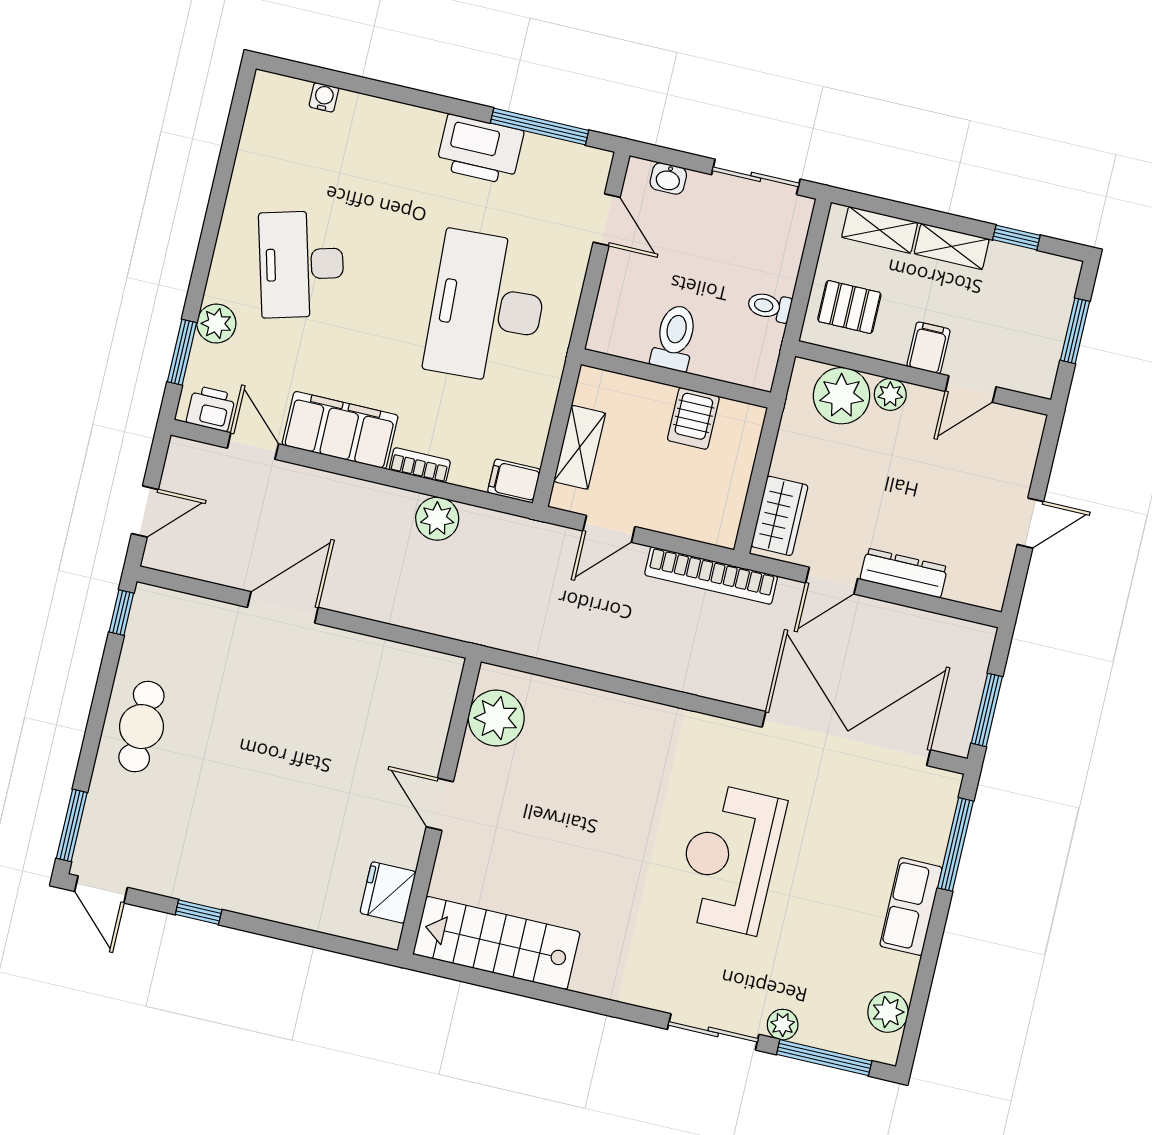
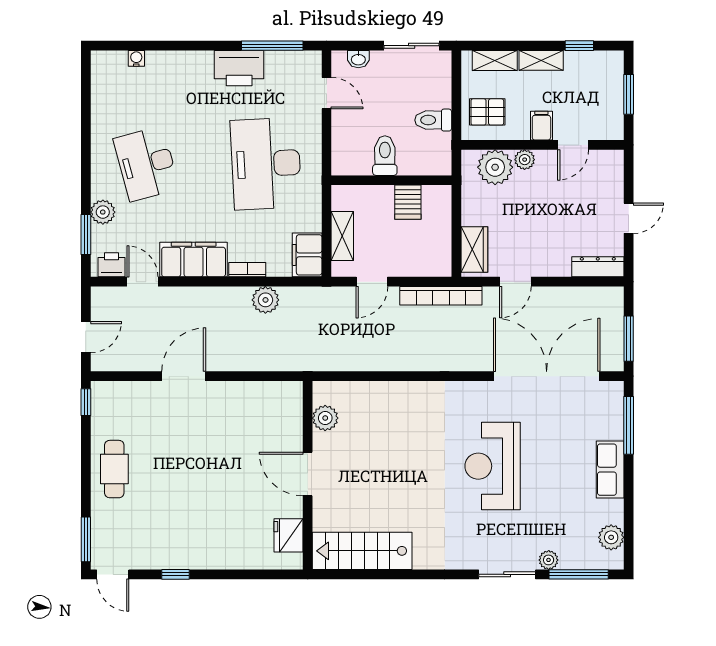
toilet: (769, 307) -> (433, 120), width x1.37, depth x1.39
filing cabinet: (514, 481) -> (307, 255), width x2.00
dresser: (904, 573) -> (598, 267), moved
plant: (496, 718) -> (325, 418), width x0.73, depth x0.73
door: (440, 804) -> (308, 474), width x1.38

